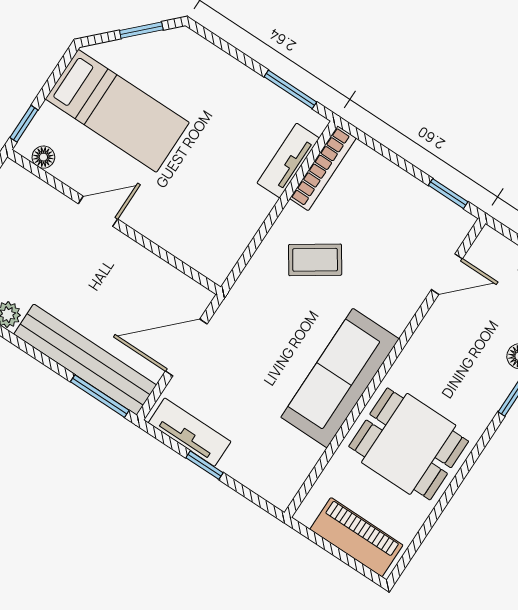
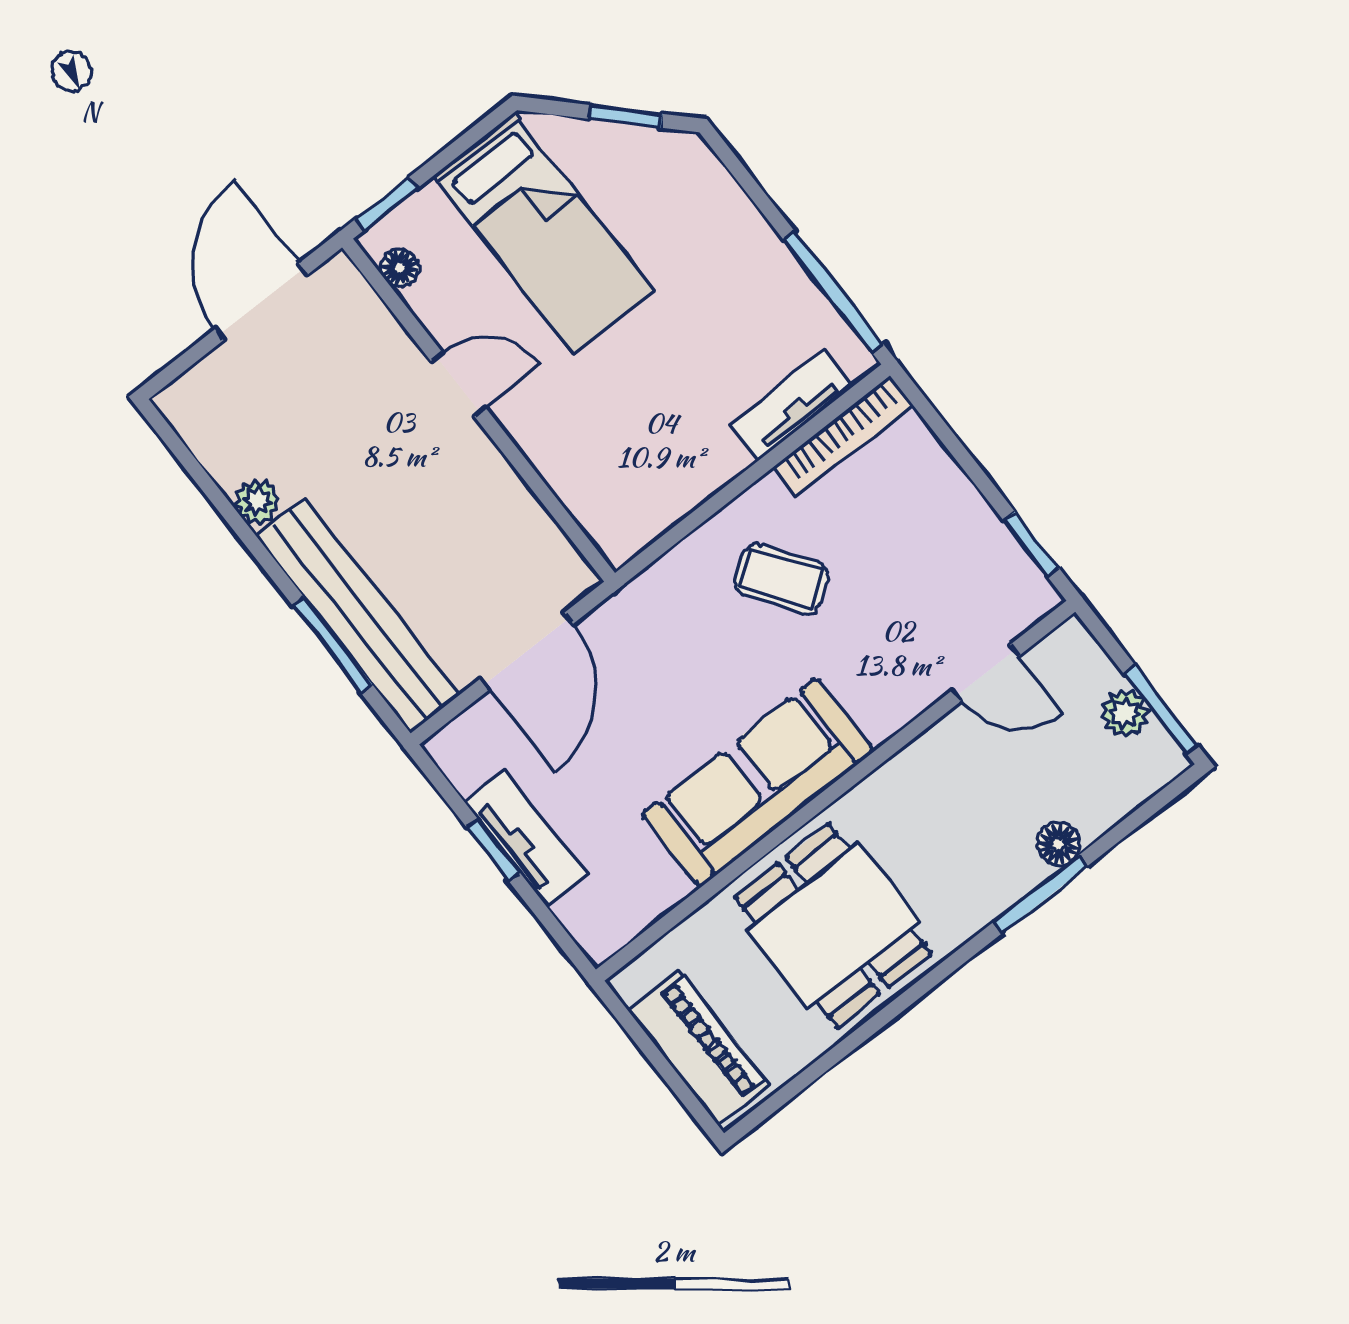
window: (290, 89) -> (833, 292), width x1.44
door: (186, 348) -> (527, 651), swing flipped
window: (100, 396) -> (333, 645), moved
tv unit: (190, 432) -> (526, 838), moved

